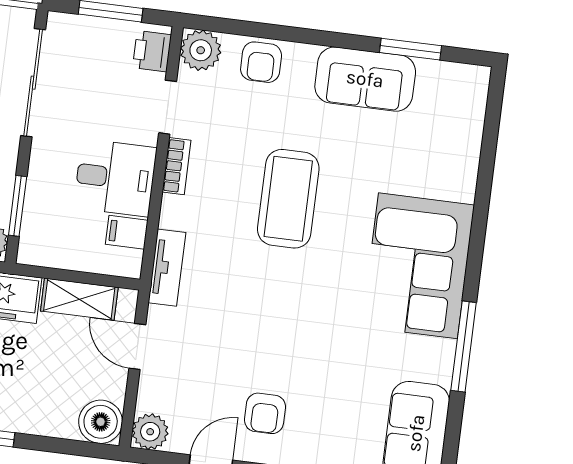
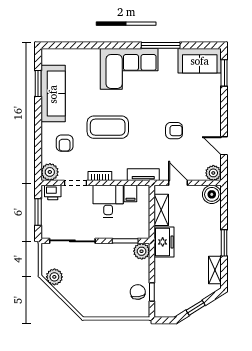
armchair: (261, 62) -> (65, 143), moved, turned 90
sofa: (365, 79) -> (53, 94), width x1.36
door: (137, 346) -> (178, 183), swing flipped
armchair: (265, 413) -> (174, 131), moved

